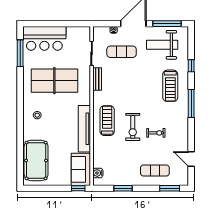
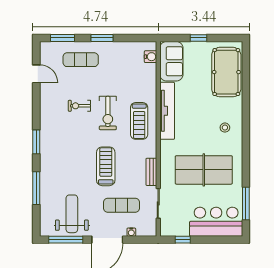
window: (72, 24) -> (183, 240), added
weight bench: (162, 45) -> (72, 214), turned -90
window: (191, 66) -> (36, 188), width x2.17
treadmill: (170, 86) -> (106, 166), moved
window: (191, 103) -> (36, 142), width x0.69
exercise bike: (133, 127) -> (108, 113), turned 180
window: (78, 188) -> (199, 38), moved
window: (123, 188) -> (102, 38), moved

